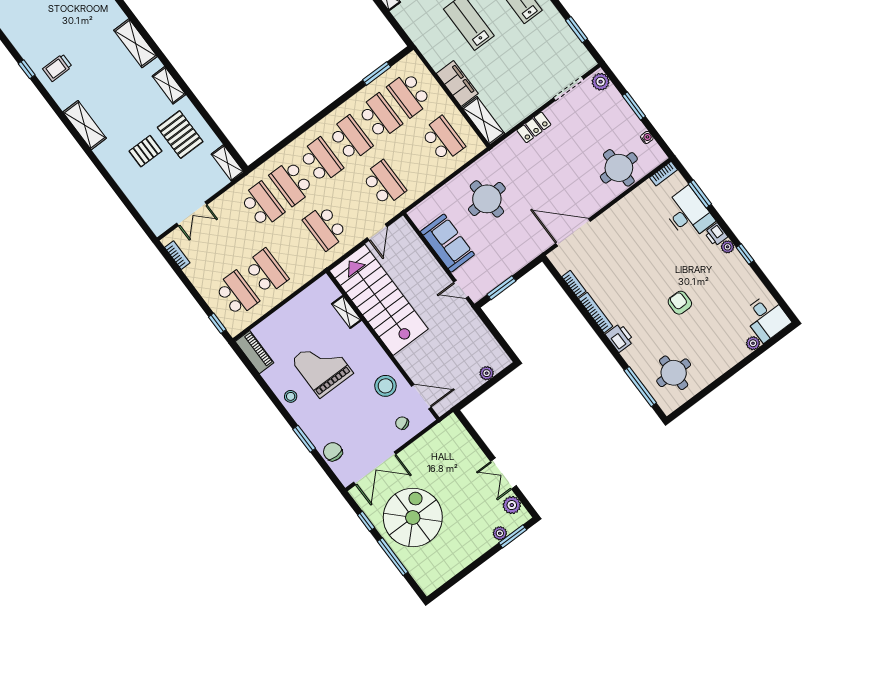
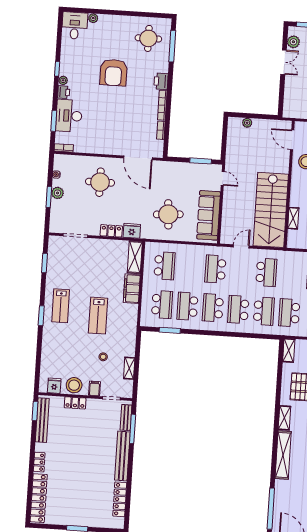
shelving: (135, 43) -> (283, 455), width x1.47
plant: (601, 82) -> (57, 193), moved
school desk: (443, 139) -> (164, 266), turned 180
fridge: (511, 147) -> (132, 231), added
round table: (619, 168) -> (100, 182), moved
sofa: (447, 243) -> (209, 215), width x1.36
armchair: (680, 303) -> (113, 73), width x1.88, depth x1.88

